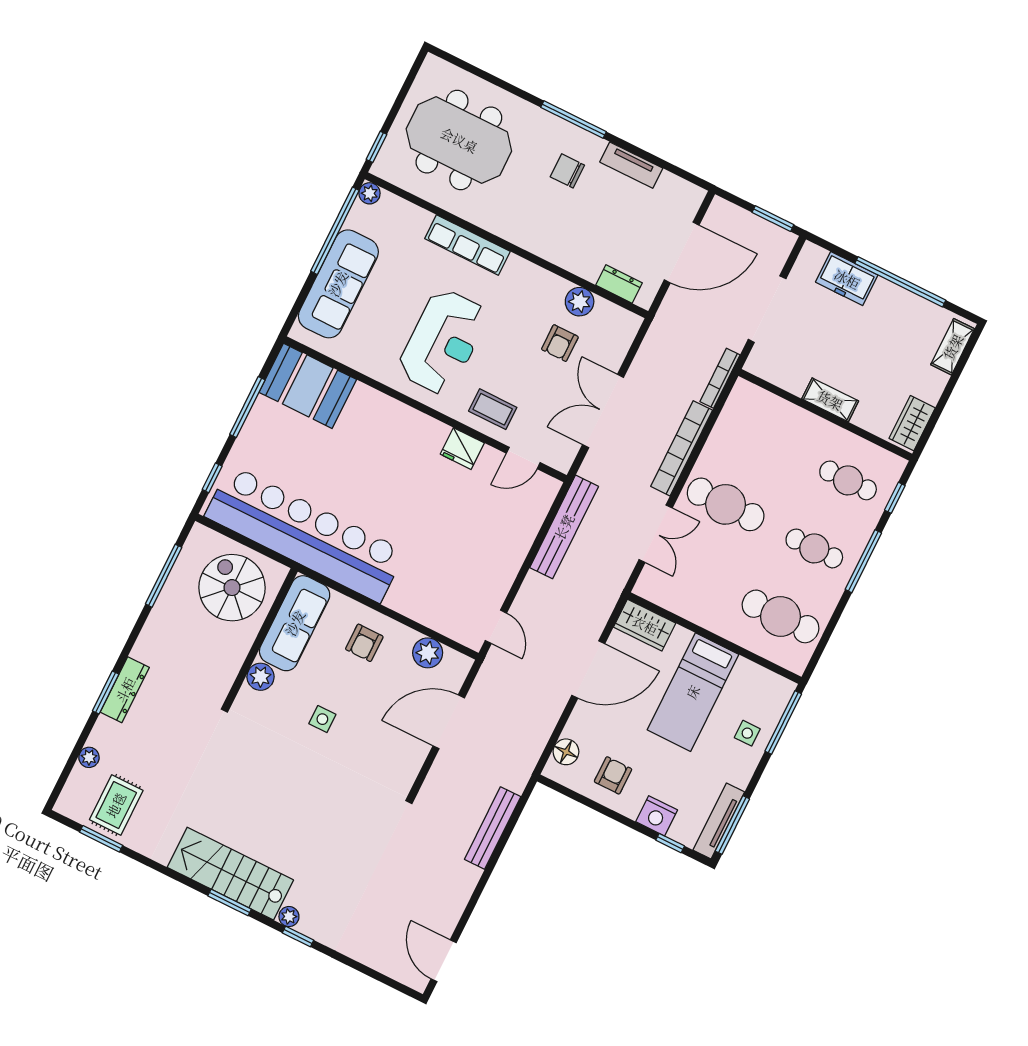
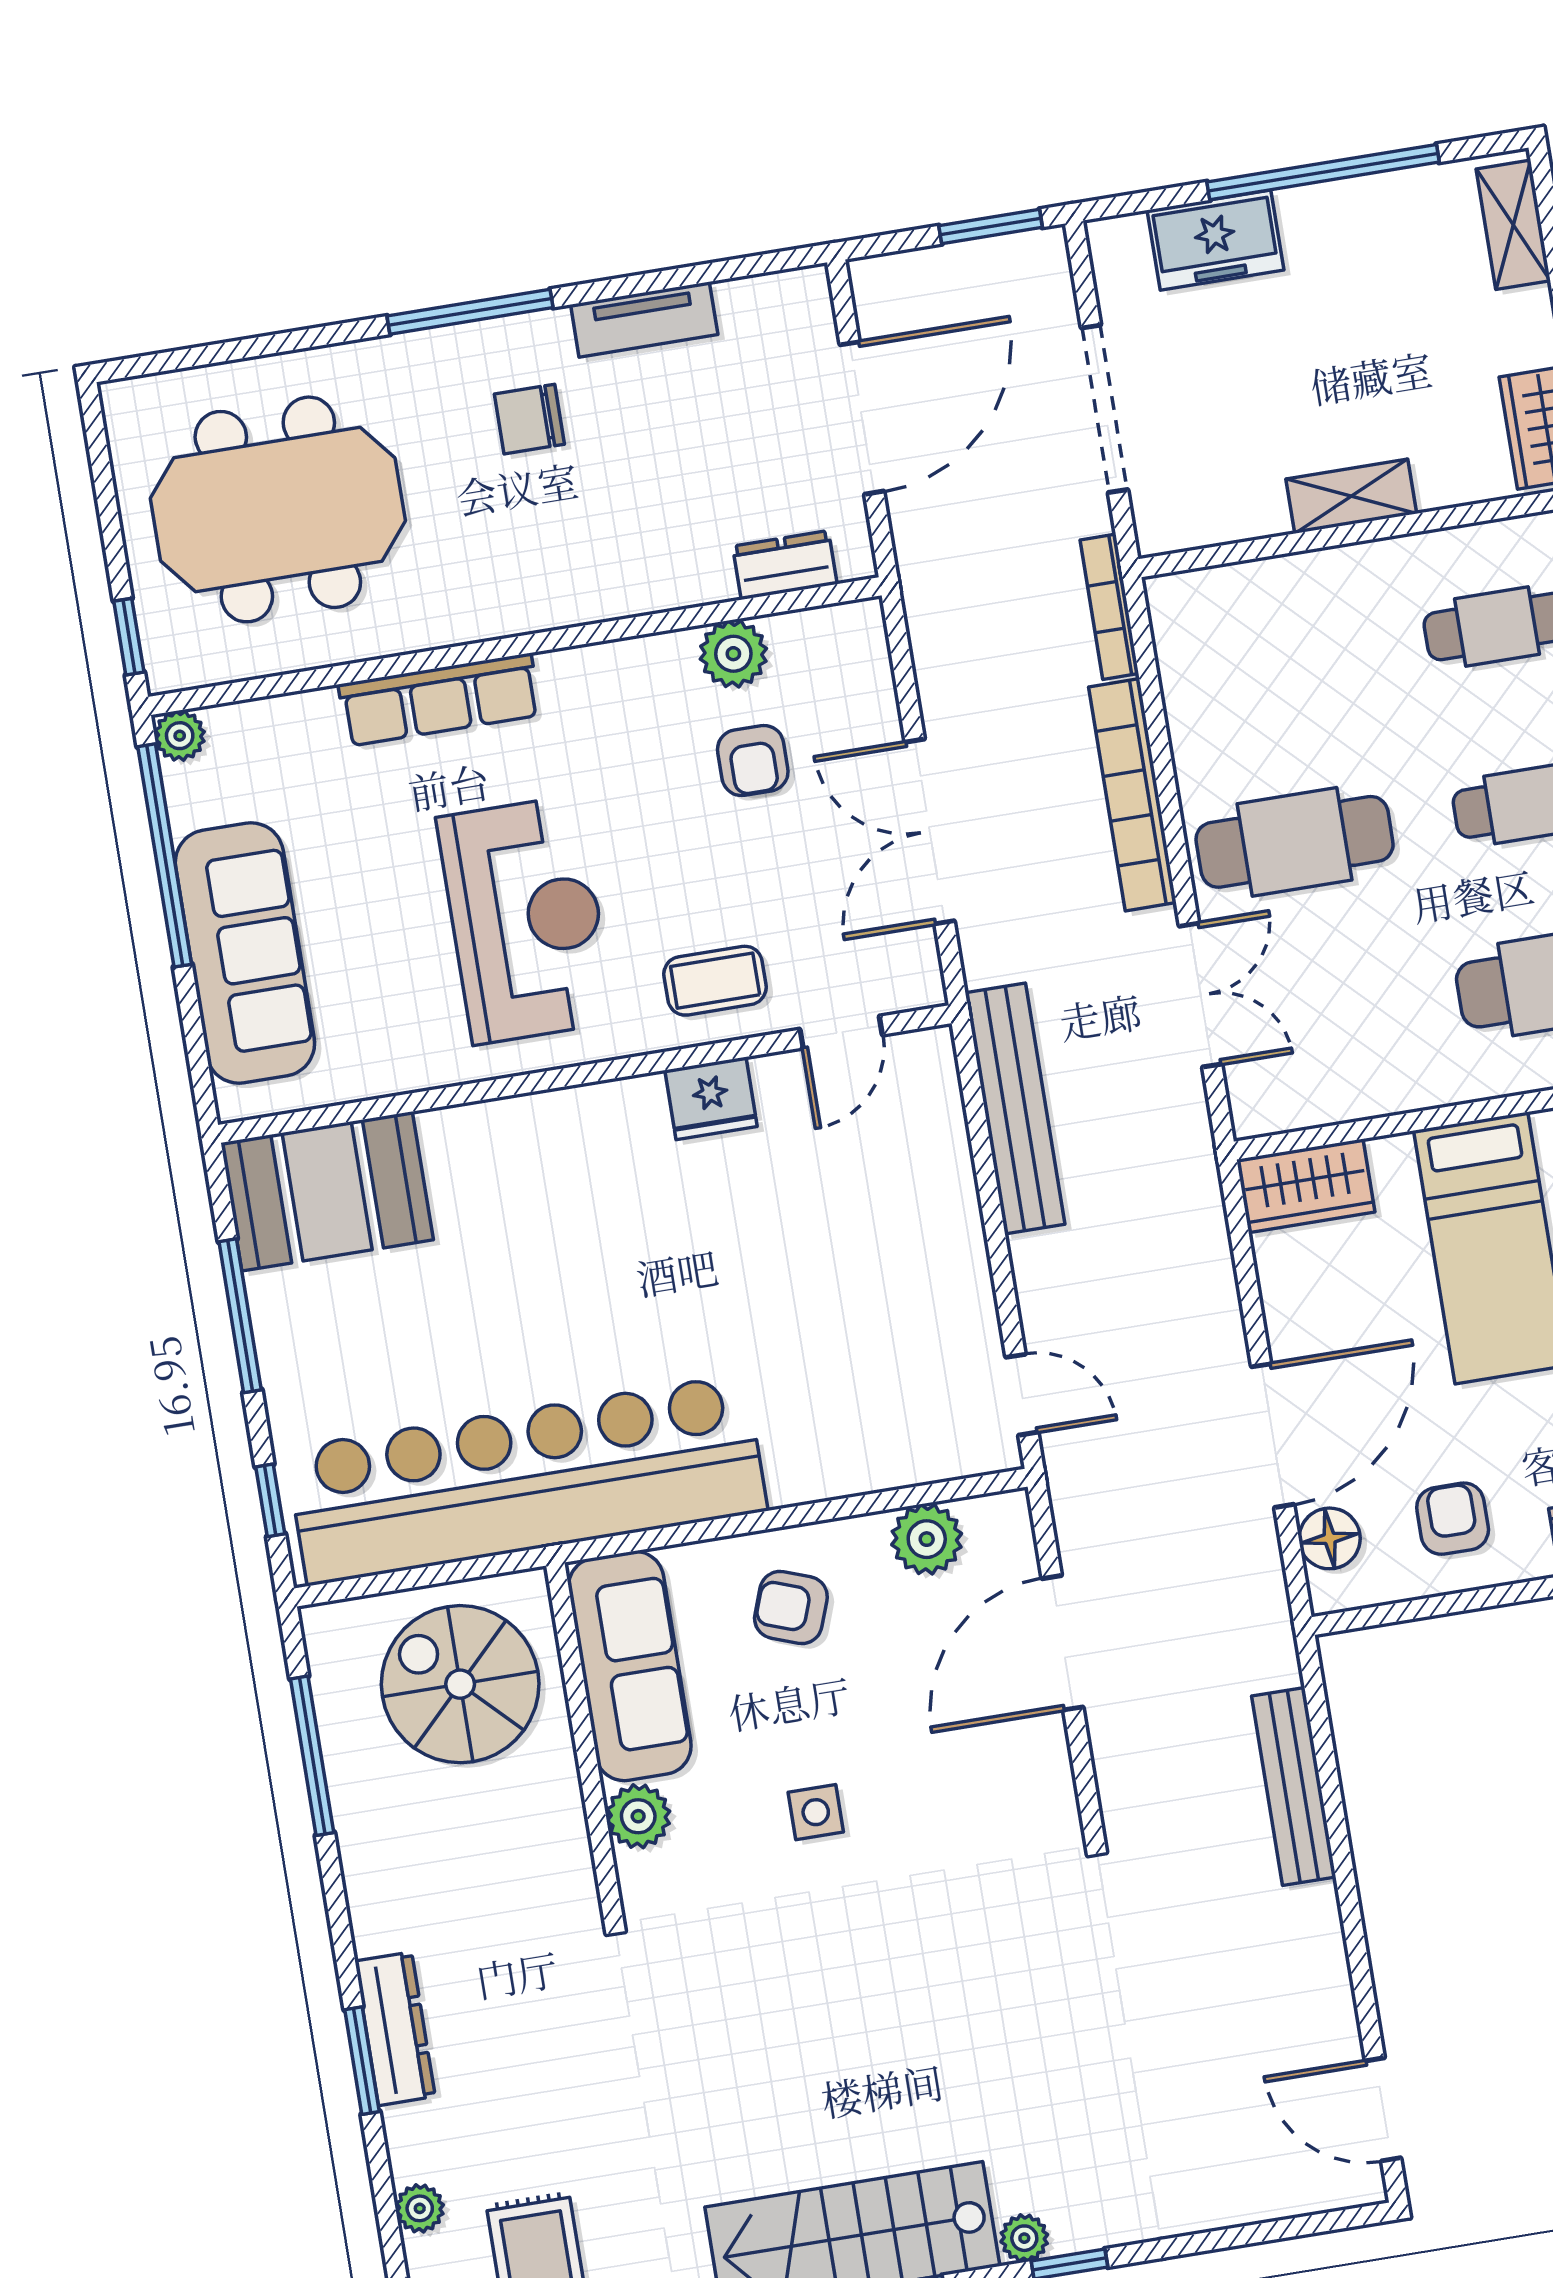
armchair: (364, 643) -> (791, 1608), turned 110
door: (588, 670) -> (1273, 1436), moved

